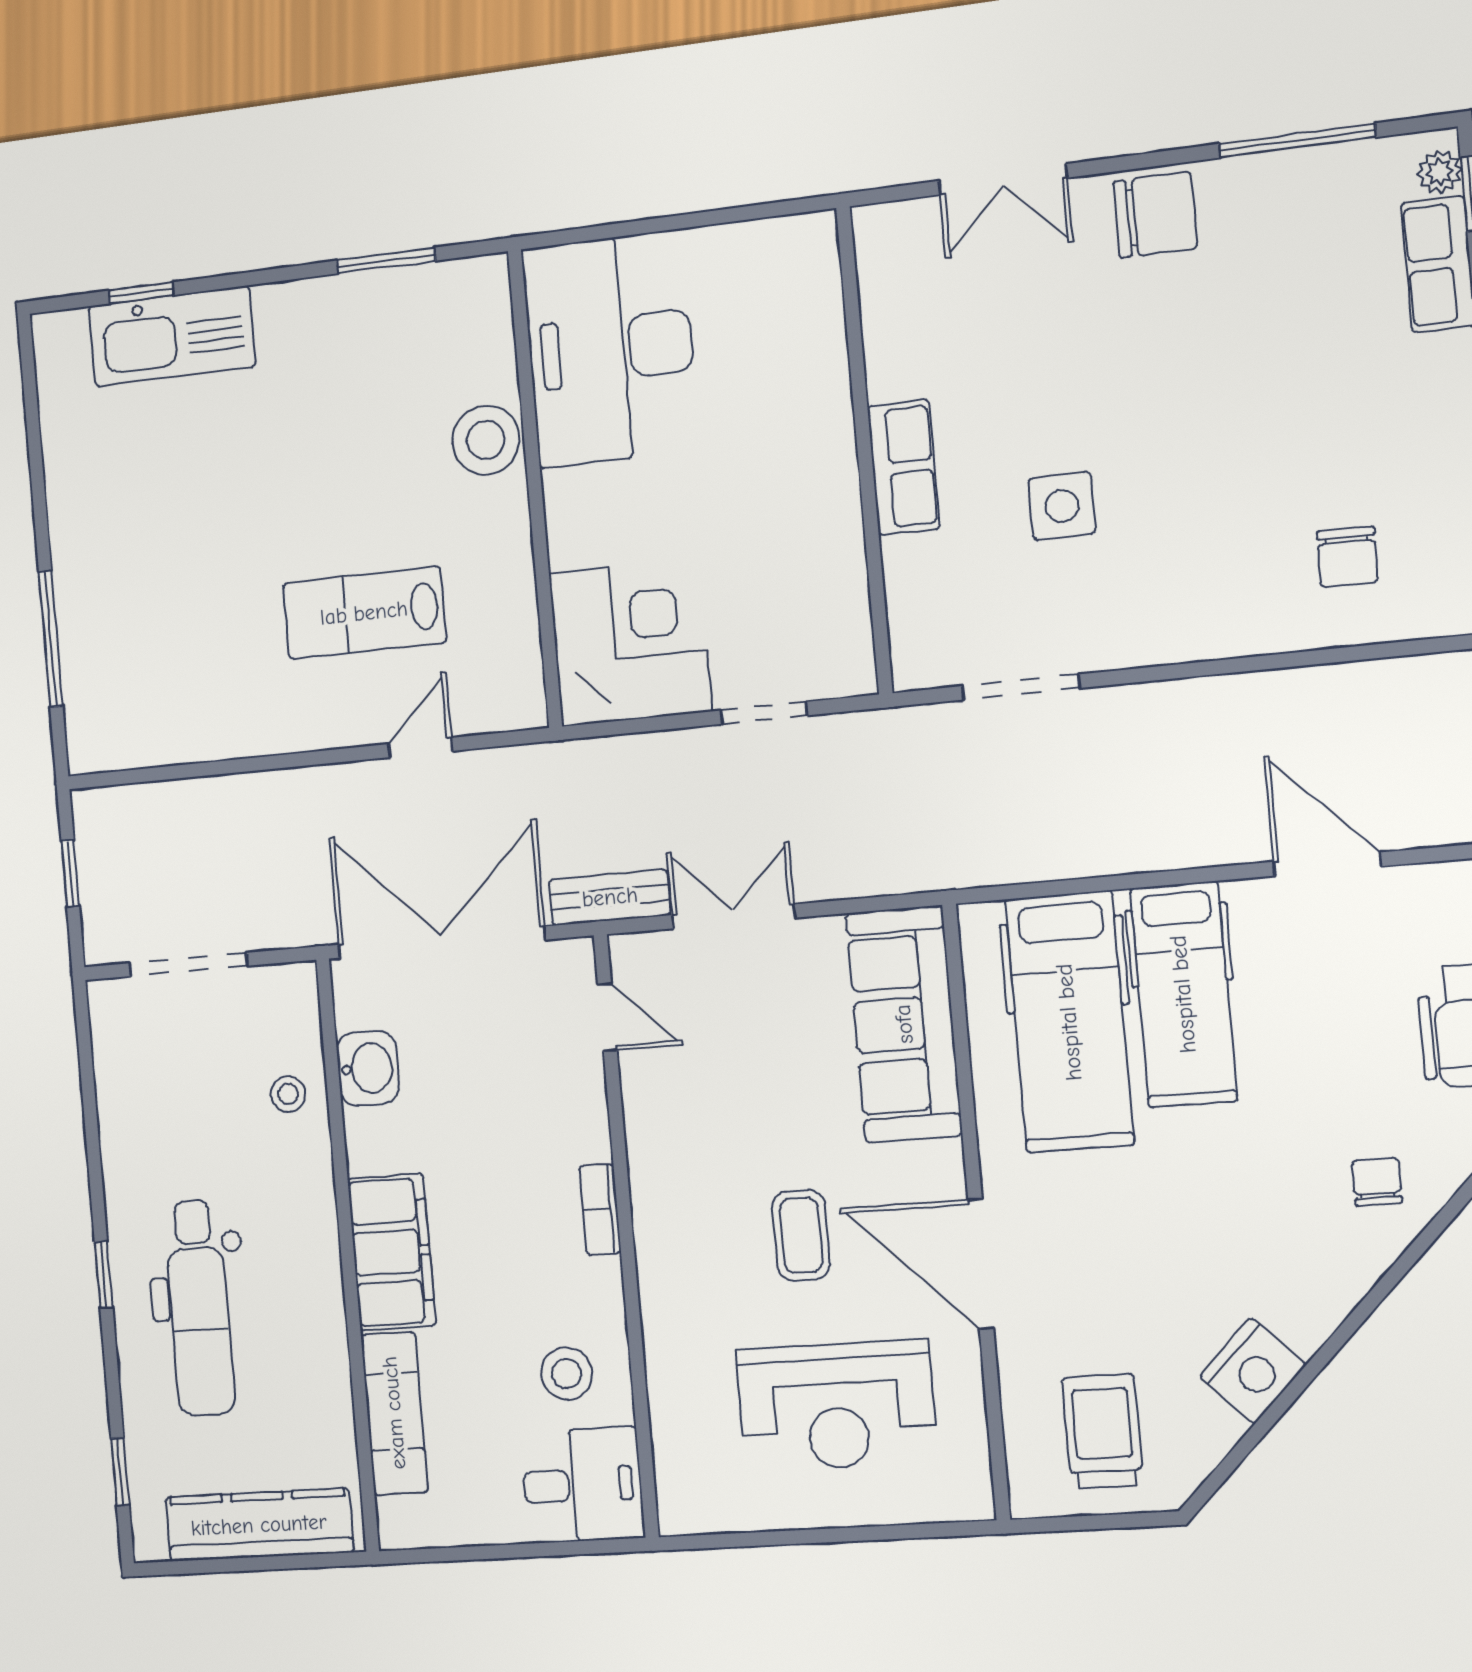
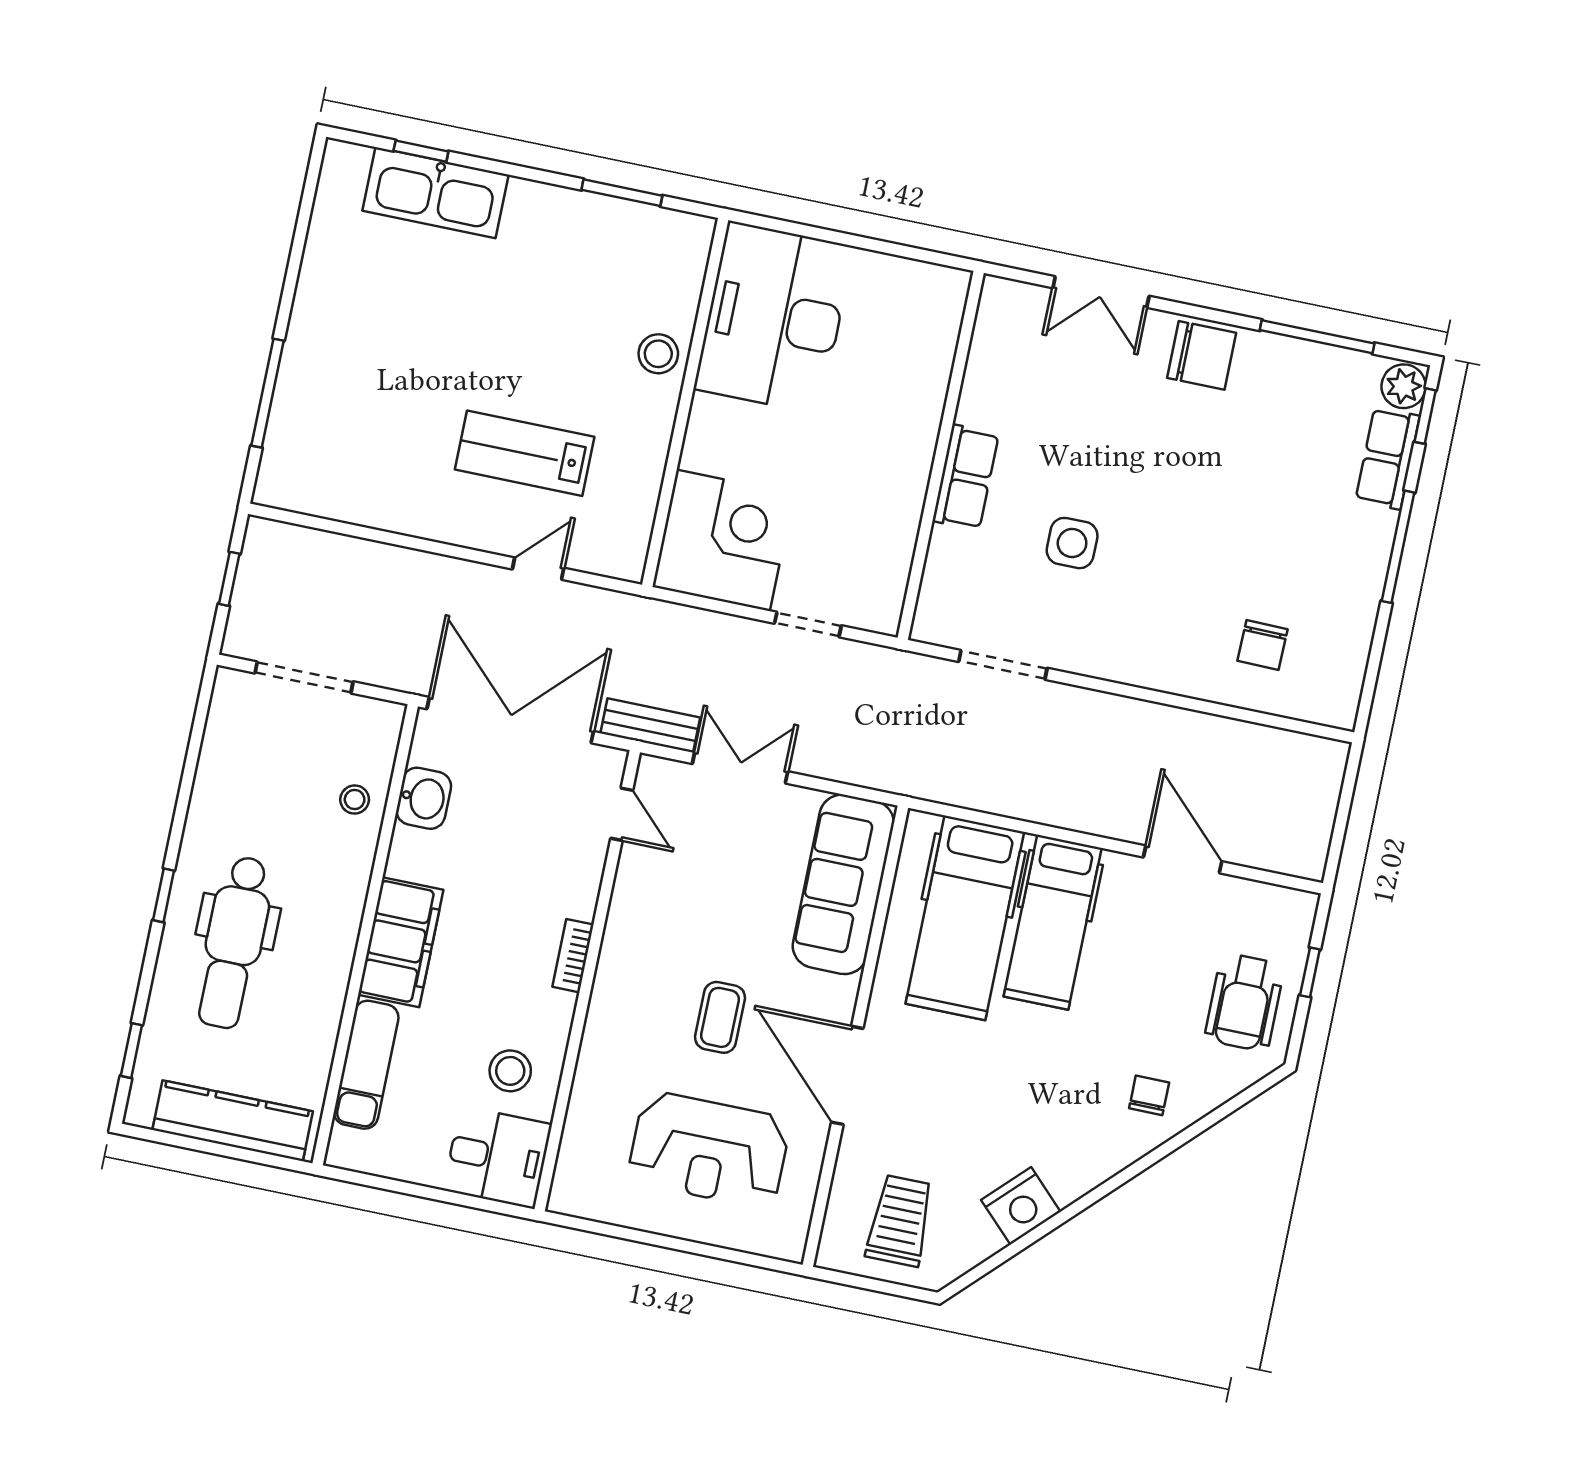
plant: (1440, 172) -> (1404, 386), width x1.38, depth x1.38
stool: (486, 440) -> (658, 354), width x0.73, depth x0.73

